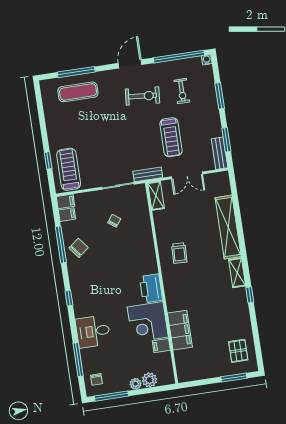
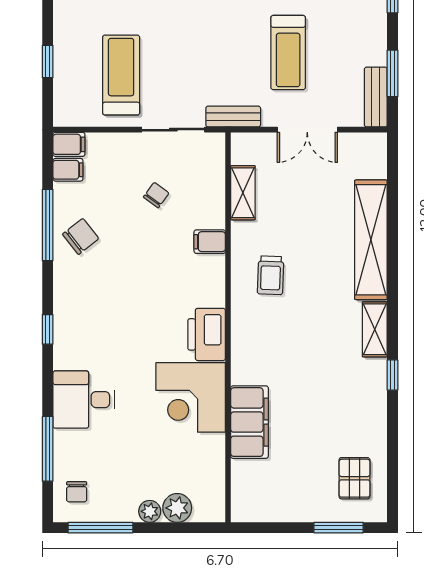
treadmill: (69, 169) -> (121, 75), moved
shelving: (156, 196) -> (243, 193), moved
filing cabinet: (161, 346) -> (210, 242), moved

